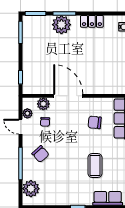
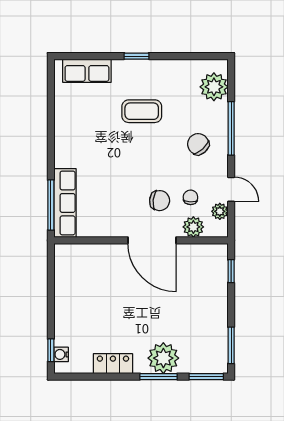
chair: (95, 122) -> (160, 201), moved
coffee table: (95, 166) -> (142, 111), moved, turned 90

